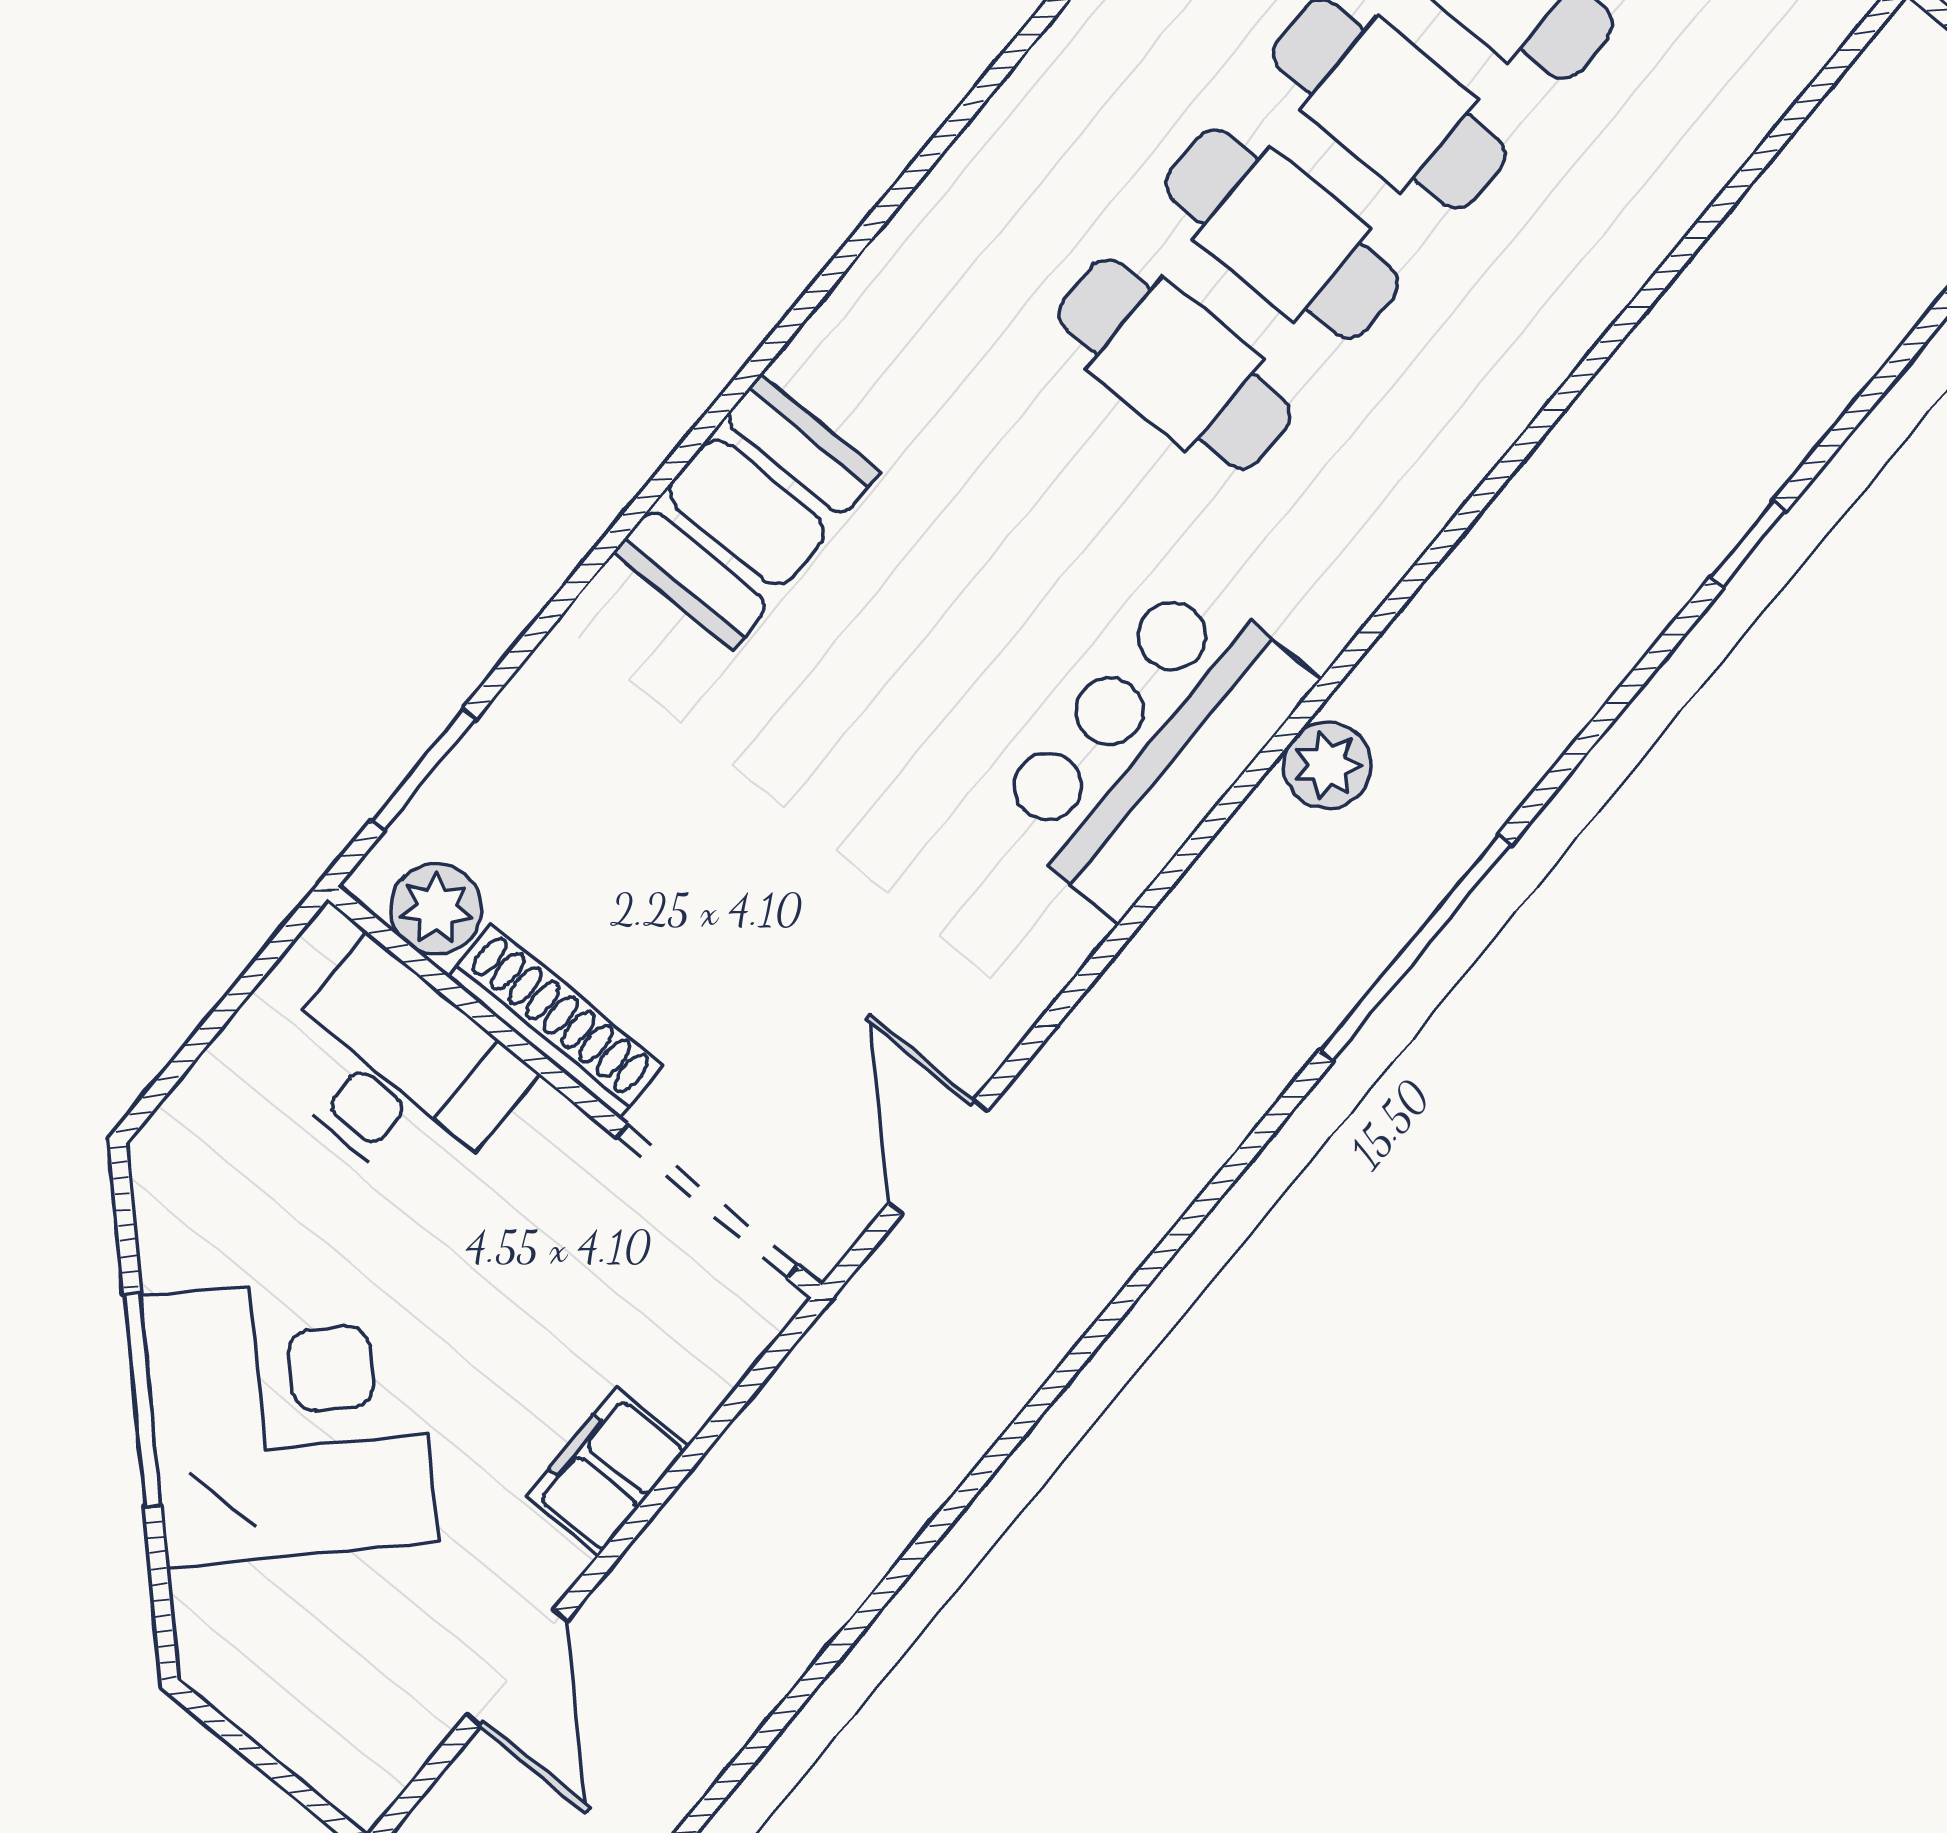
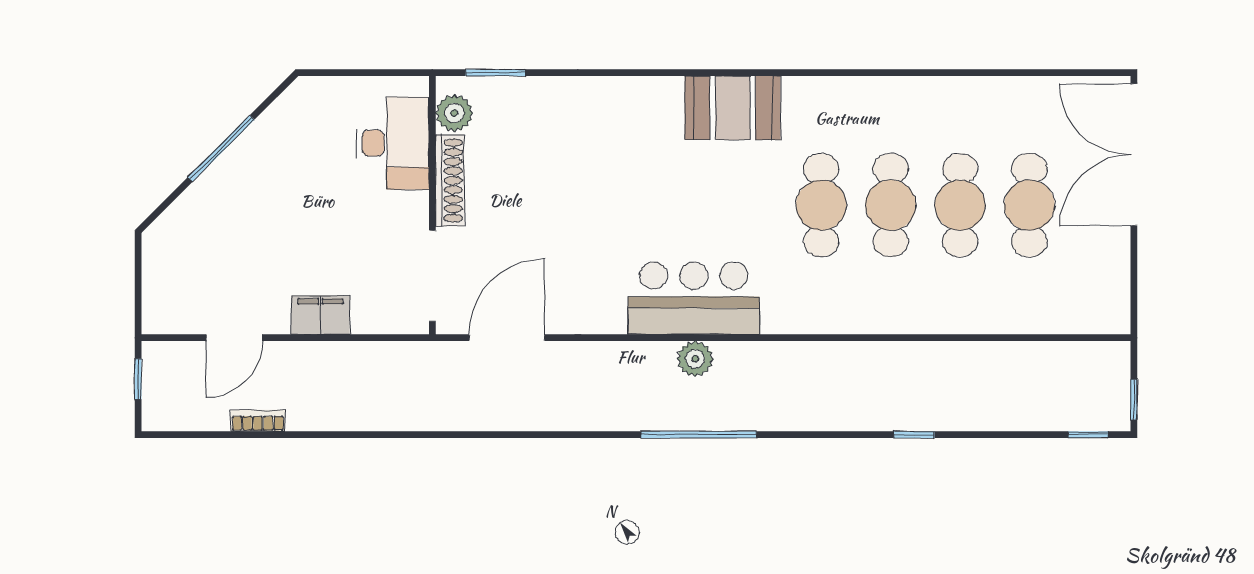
booth: (747, 512) -> (733, 108), moved
plant: (1327, 765) -> (695, 359), moved
door: (938, 1157) -> (507, 338), width x1.36
corner desk: (289, 1419) -> (254, 200), removed
bookcase: (709, 1752) -> (258, 421), added

